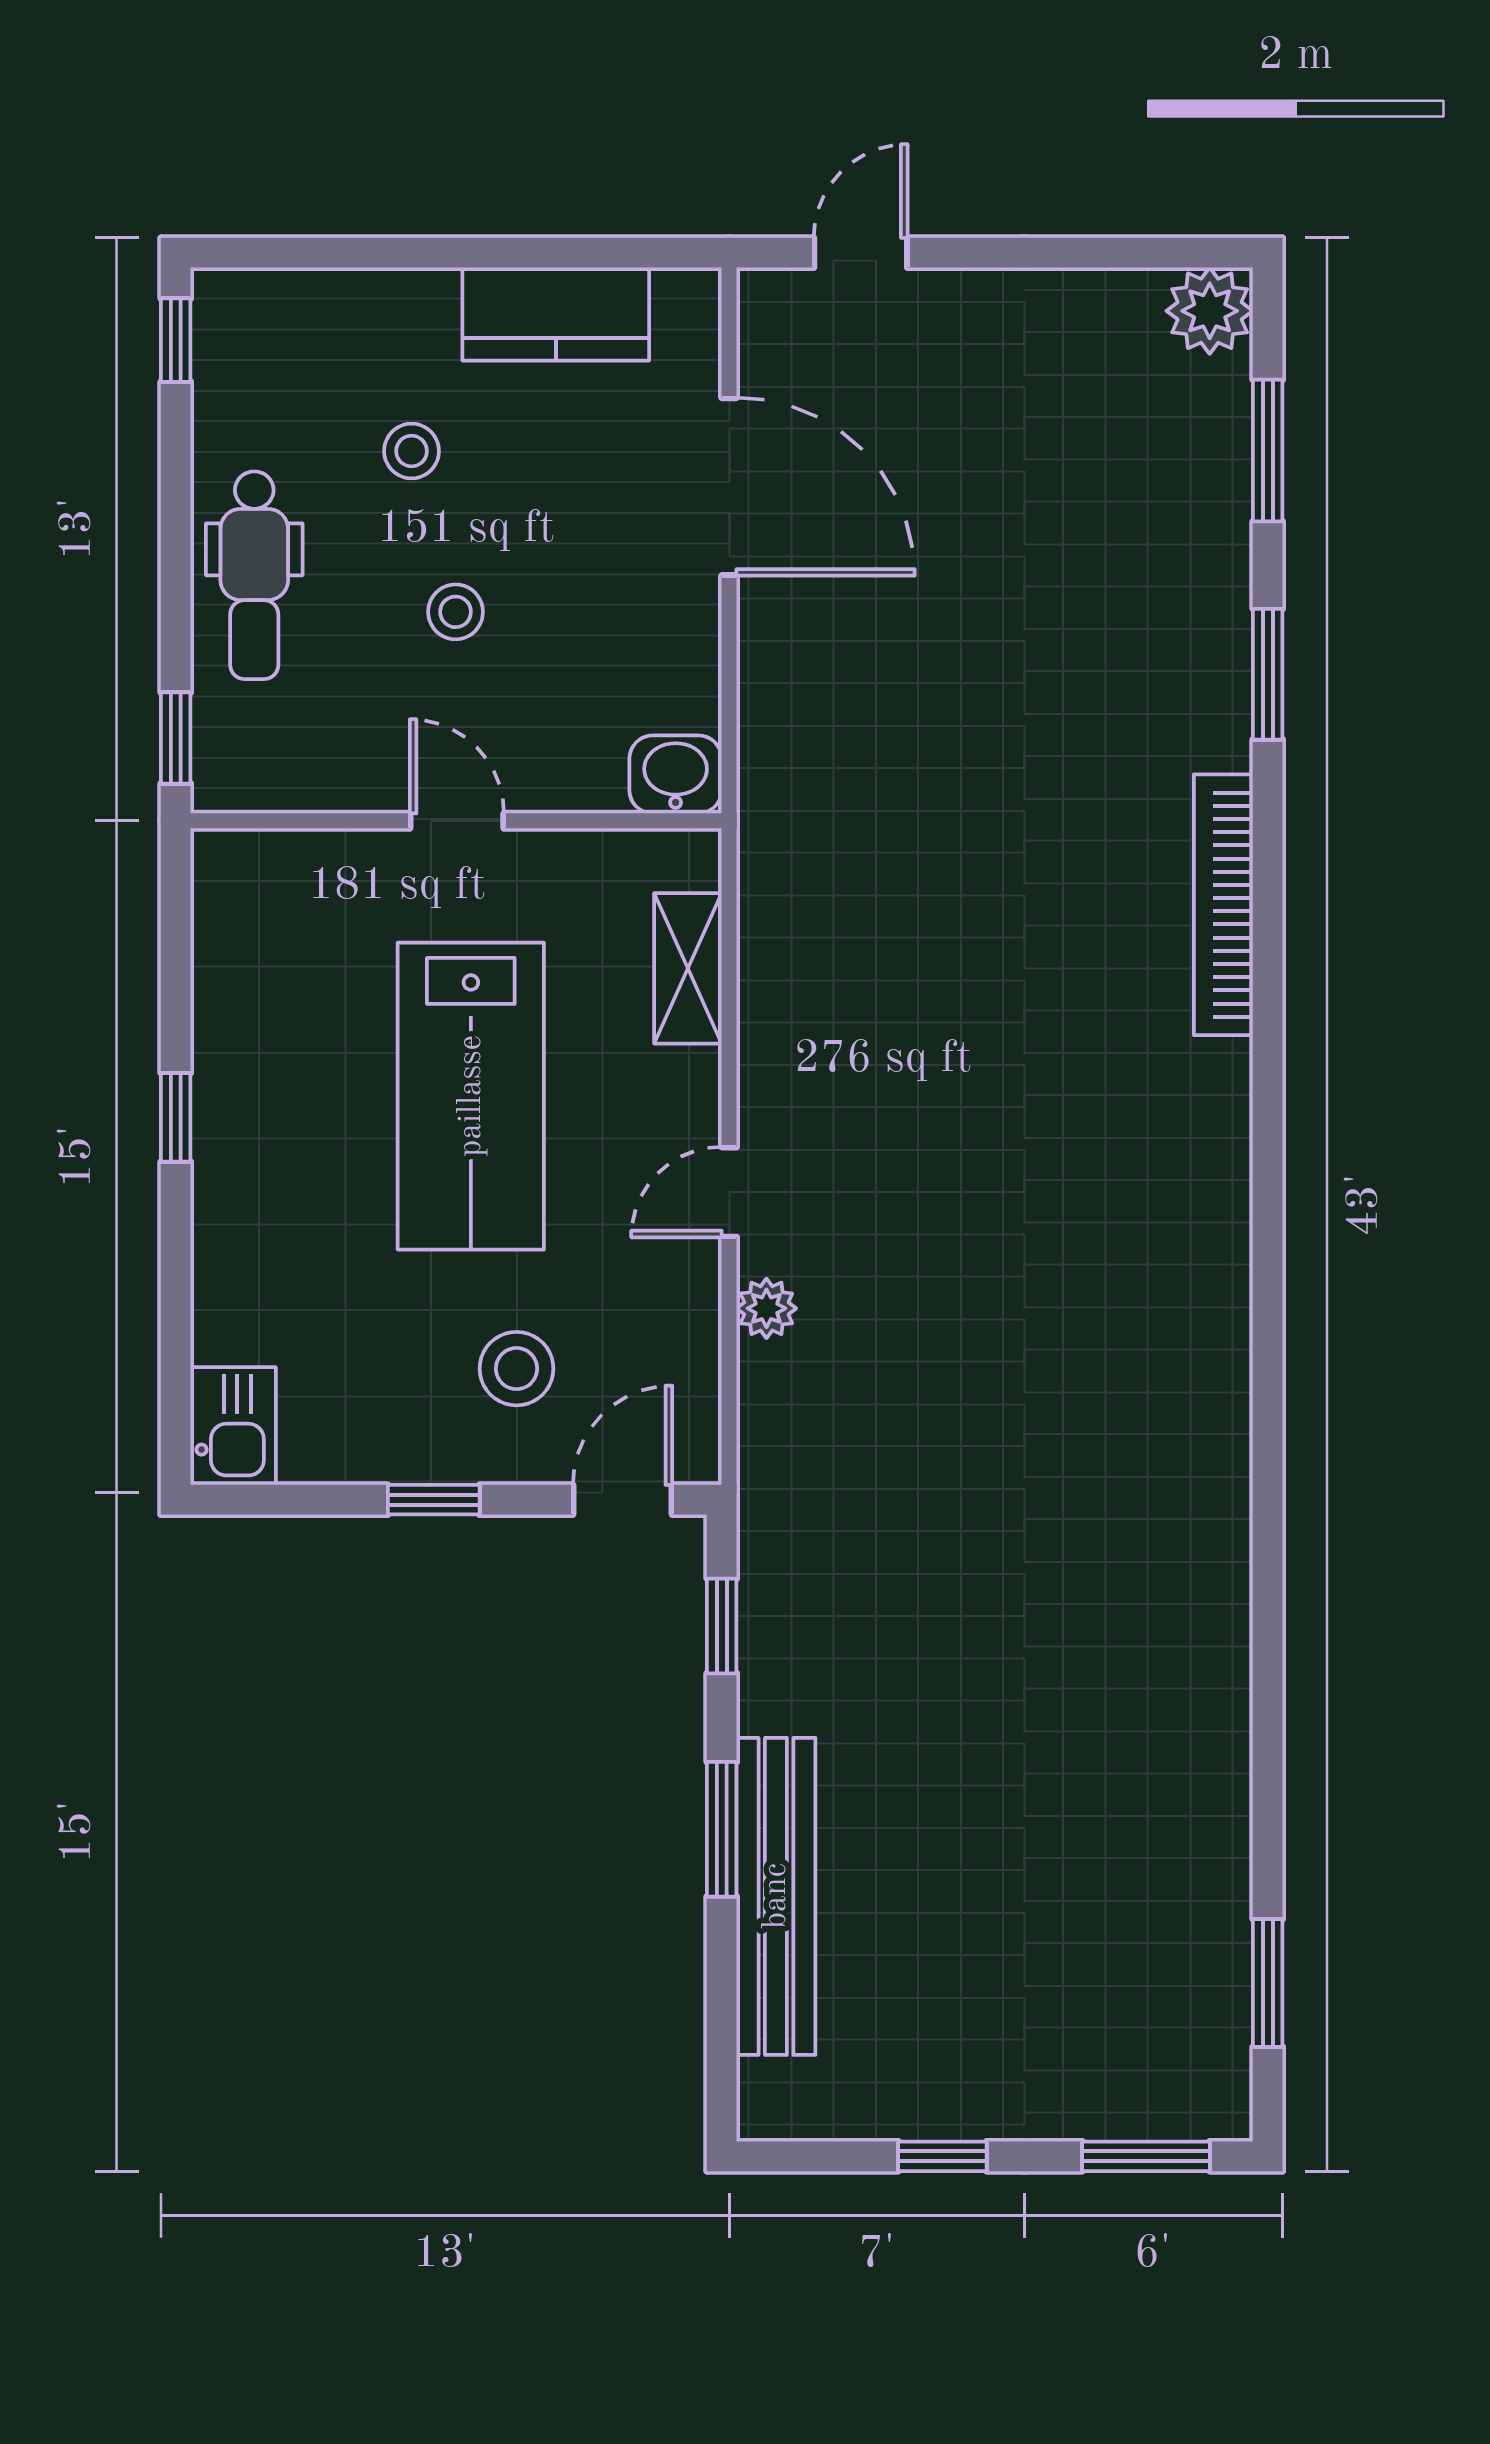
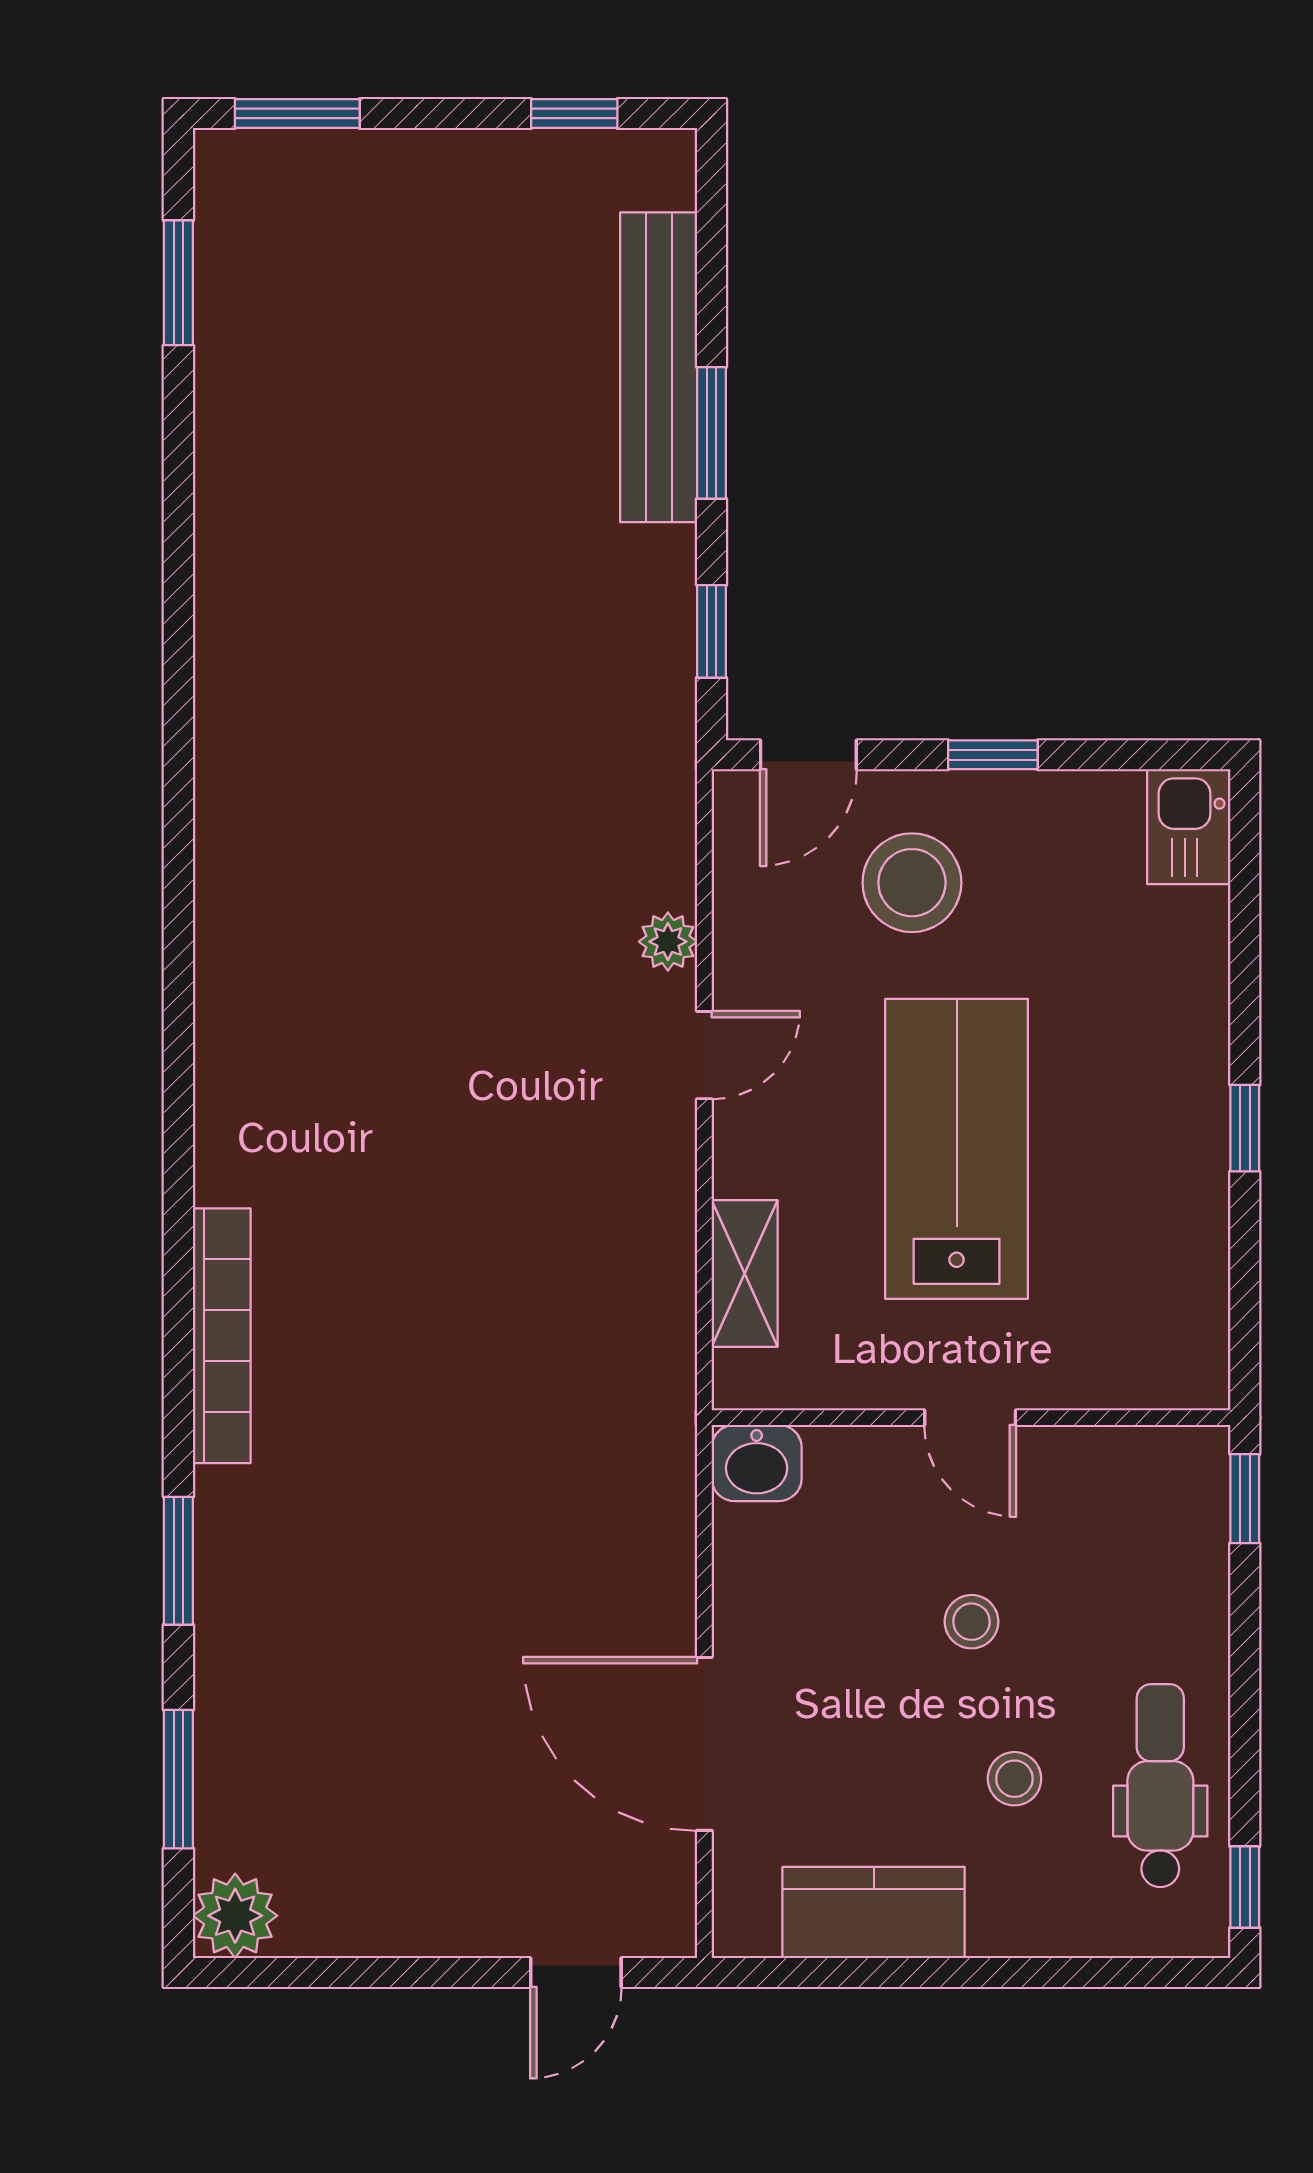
dental chair: (254, 575) -> (1160, 1786), moved
stool: (516, 1369) -> (912, 883), width x1.38, depth x1.38
window: (942, 2156) -> (574, 113), moved

